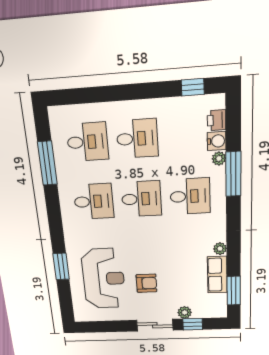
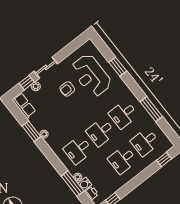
window: (75, 96) -> (164, 159), added
window: (47, 163) -> (151, 109), moved
window: (233, 174) -> (73, 184), moved
row of seats: (217, 275) -> (24, 106), moved
window: (234, 291) -> (31, 131), moved

